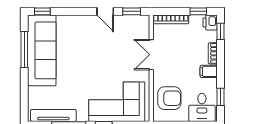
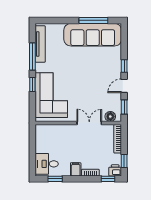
window: (42, 11) -> (124, 66), moved
floor lamp: (143, 29) -> (110, 117), added
armchair: (169, 98) -> (54, 138), removed

